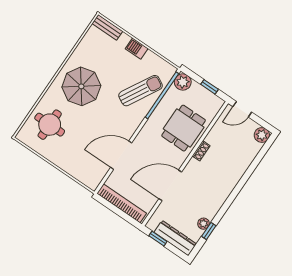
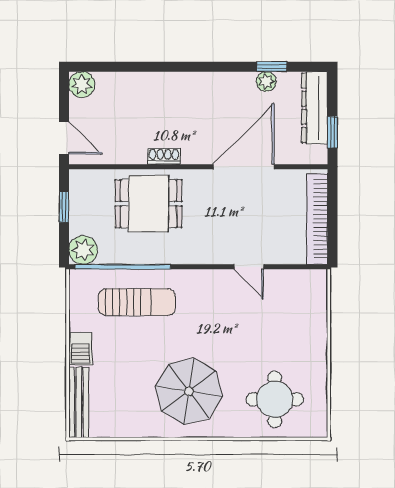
bench: (107, 27) -> (79, 402), width x1.36
sun lounger: (141, 91) -> (137, 302), turned 151
door: (121, 155) -> (249, 267), width x0.53
door: (170, 185) -> (244, 167), swing flipped

